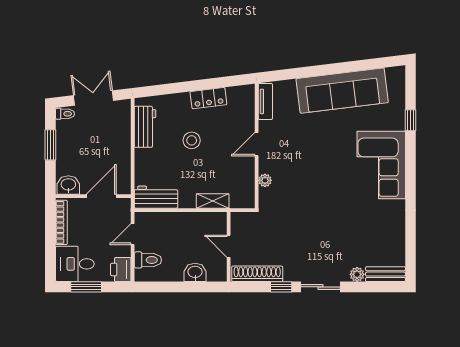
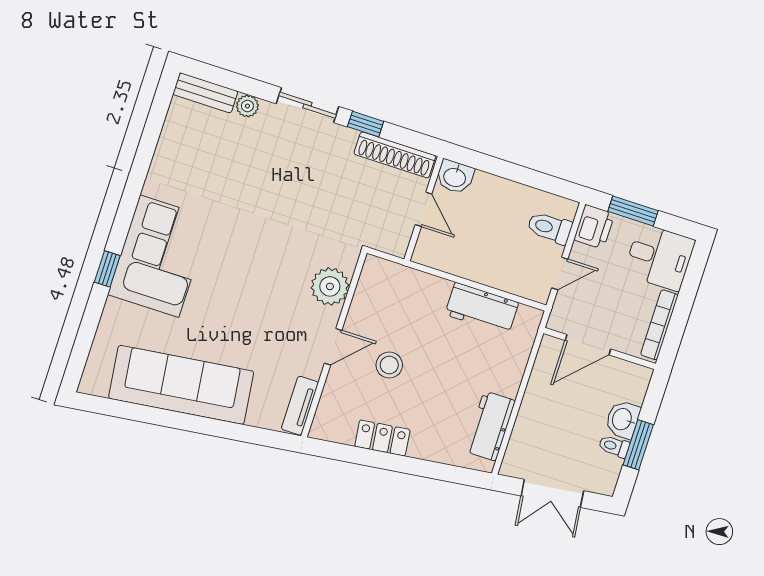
toilet: (65, 114) -> (614, 446), moved
window: (410, 120) -> (107, 269), moved
stool: (192, 140) -> (389, 365), moved
plant: (265, 180) -> (330, 286), width x1.87, depth x1.87
washbasin: (68, 185) -> (623, 419), moved, turned 90
workbench: (156, 197) -> (482, 308), moved
shelving: (213, 201) -> (426, 284), removed
washbasin: (195, 272) -> (455, 177), moved
window: (86, 287) -> (633, 211), moved

